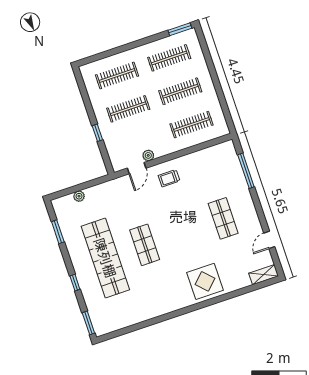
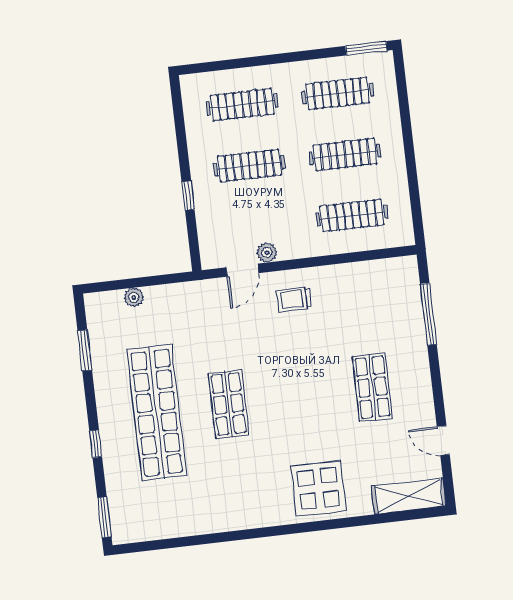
door: (269, 240) -> (443, 441), hinge flipped
shelving: (264, 275) -> (409, 496), width x1.50, depth x1.33

